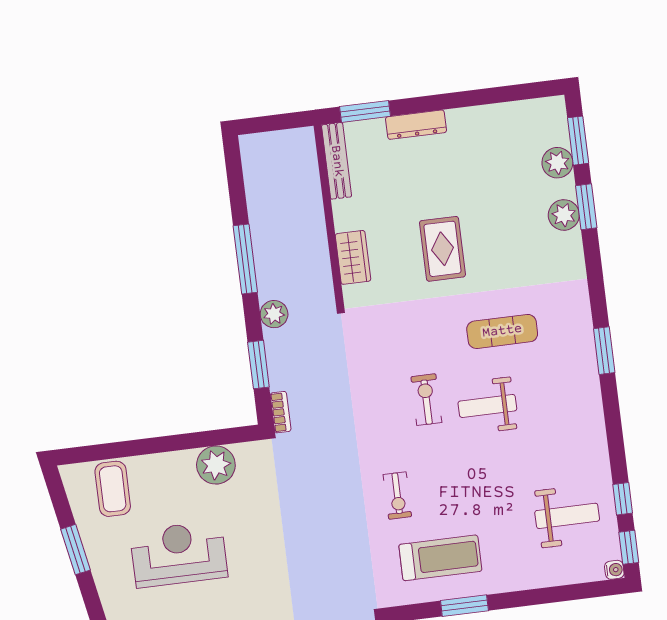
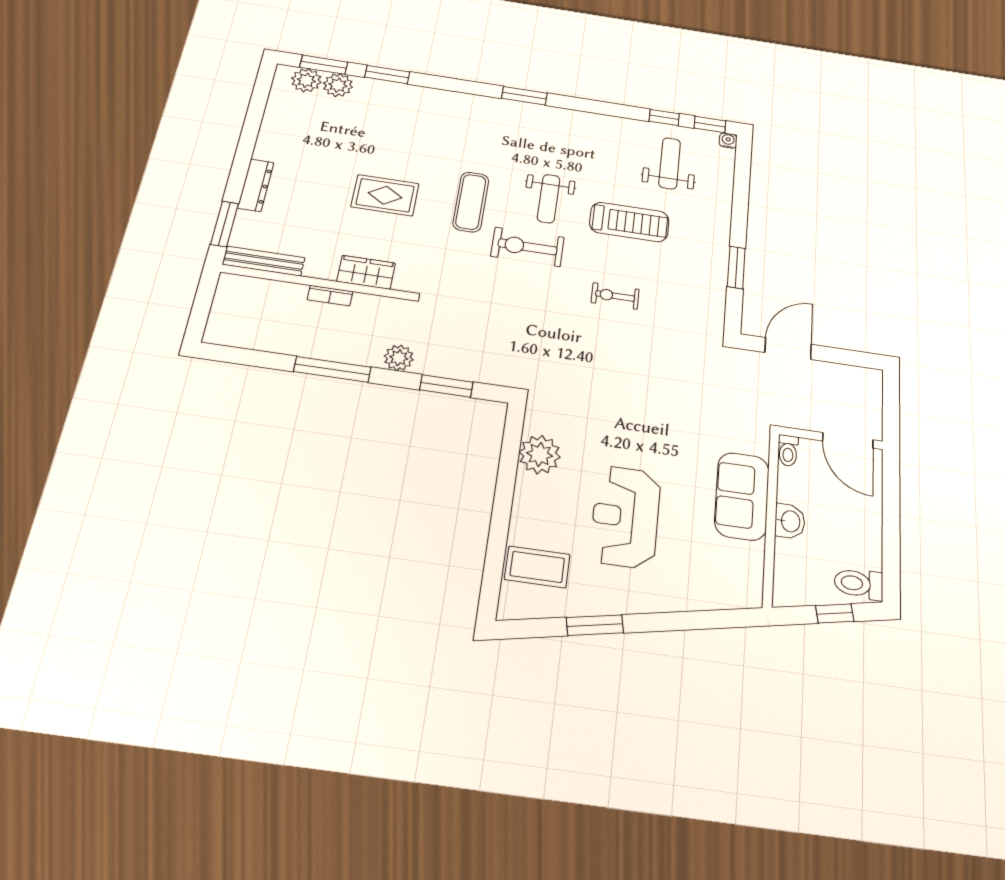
plant: (564, 215) -> (306, 80), moved
exercise mat: (502, 331) -> (471, 202), moved
exercise bike: (426, 400) -> (528, 247), width x1.38, depth x1.39
bookcase: (281, 412) -> (330, 296), moved, turned 180
exercise bike: (397, 496) -> (615, 296), turned 180
treadmill: (440, 558) -> (629, 222), moved, turned 90

